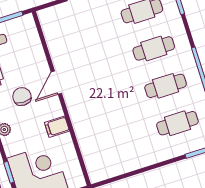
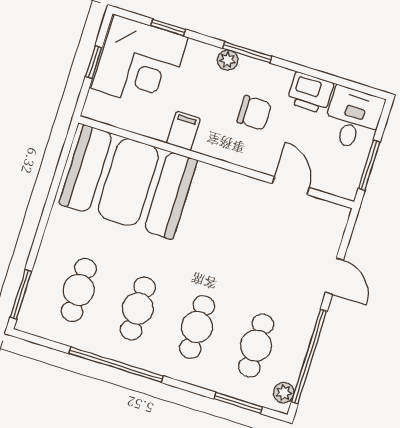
door: (56, 83) -> (291, 186), moved
booth: (104, 137) -> (128, 182), added

